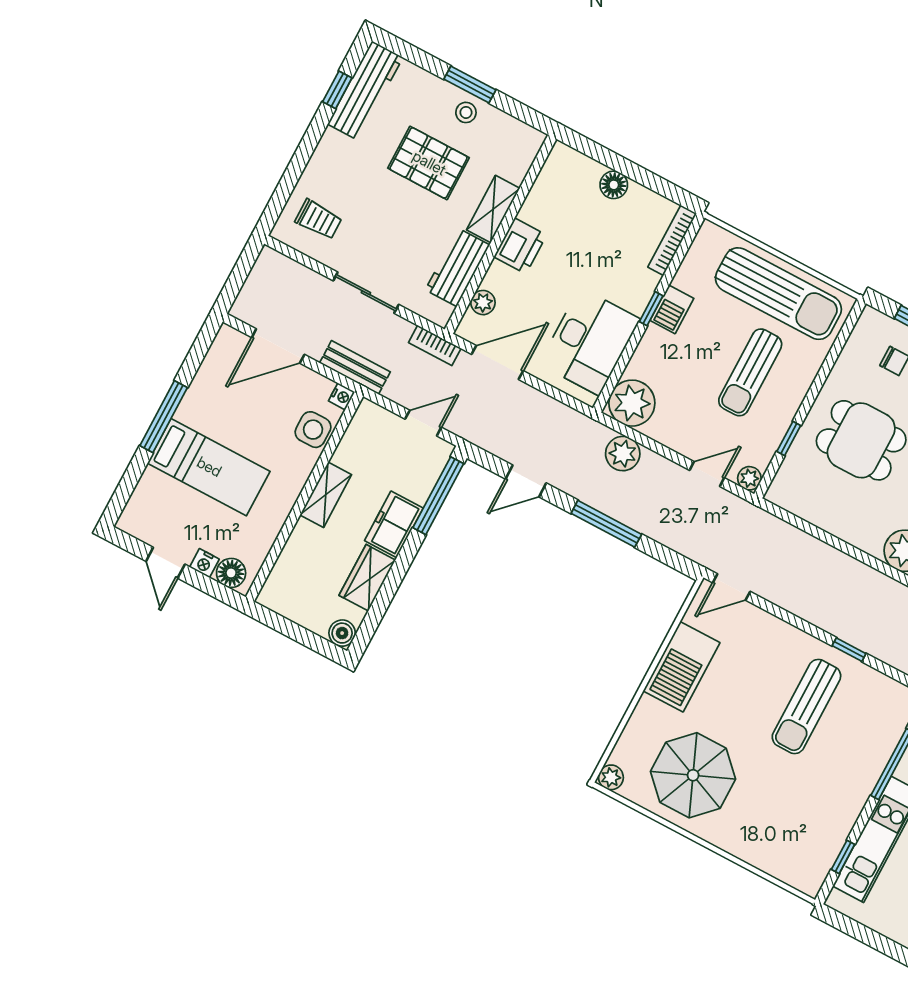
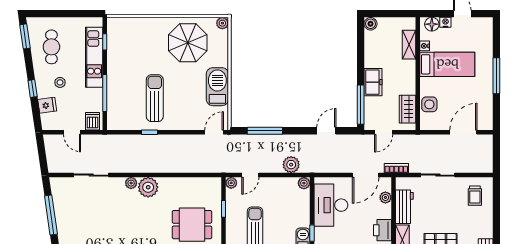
trolley: (318, 219) -> (475, 196), turned -90
bench: (355, 367) -> (426, 141), removed
nightstand: (342, 396) -> (425, 46), moved
plant: (632, 403) -> (304, 183), width x0.53, depth x0.53
bed: (209, 467) -> (447, 64), moved, turned 180
shelving: (326, 495) -> (409, 45), moved
window: (606, 524) -> (265, 131), moved
wardrobe: (367, 578) -> (407, 109), moved, turned 180

